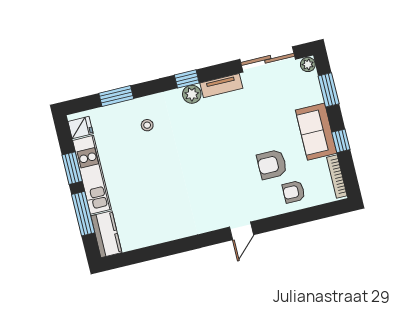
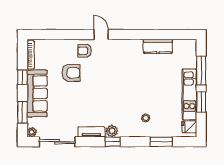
sofa: (316, 132) -> (37, 93), width x1.36
armchair: (294, 192) -> (85, 51), moved, turned 180
door: (241, 231) -> (101, 34), hinge flipped
kitchen counter: (106, 234) -> (158, 46), moved, turned -90

